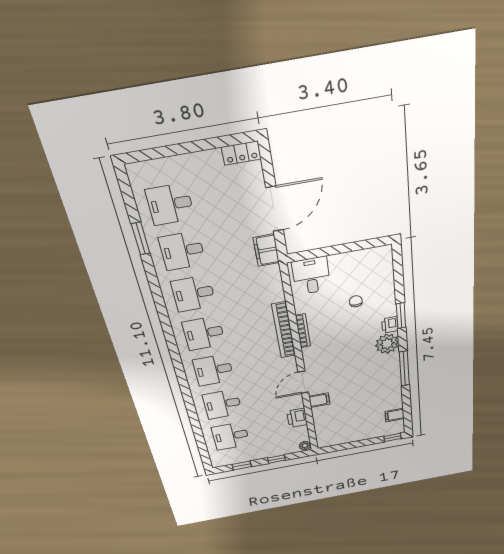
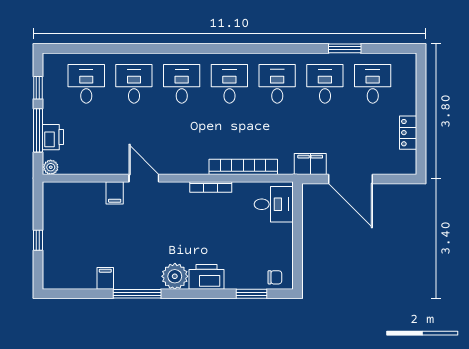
locker: (241, 153) -> (408, 133), moved
chair: (356, 301) -> (275, 277), moved
window: (401, 316) -> (252, 294), moved
printer: (390, 325) -> (207, 277), width x1.87, depth x1.48
bookcase: (284, 330) -> (243, 167), moved
filing cabinet: (395, 415) -> (105, 278), moved
printer: (297, 418) -> (53, 137), moved, turned 90
window: (392, 437) -> (38, 240), moved
window: (276, 459) -> (38, 130), width x2.17

